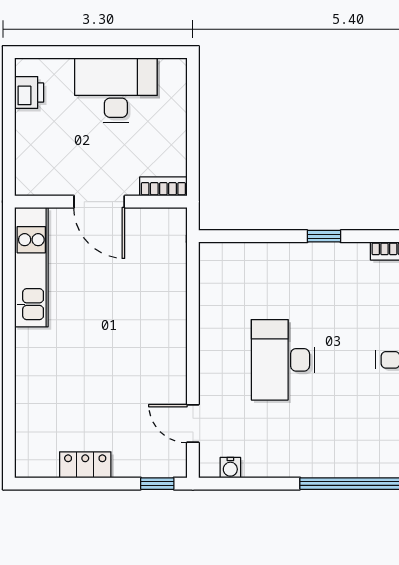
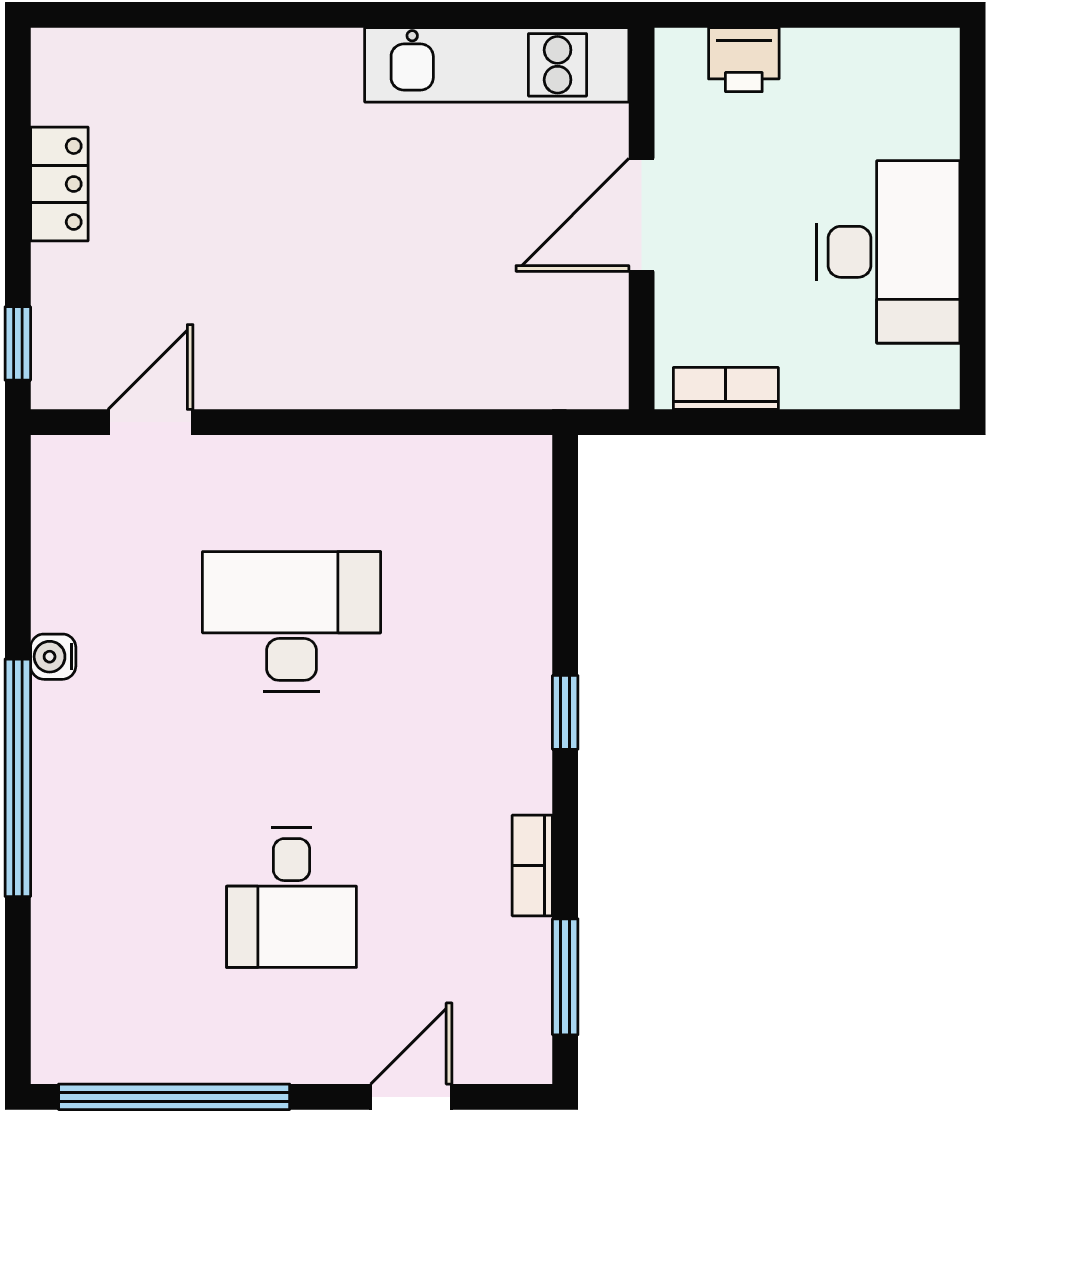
printer: (29, 93) -> (744, 60), moved
bookcase: (163, 186) -> (726, 388), moved, turned -90
water cooler: (230, 468) -> (53, 657), moved

